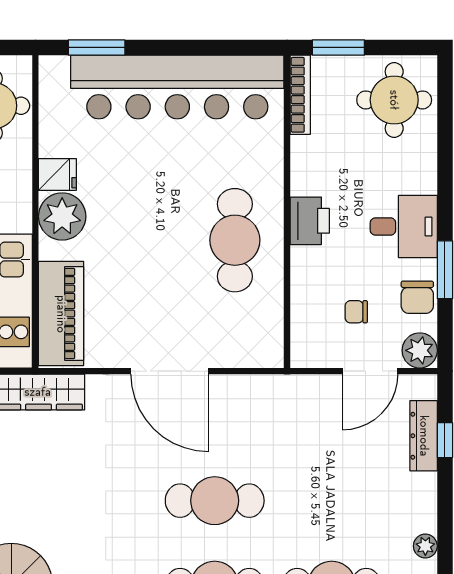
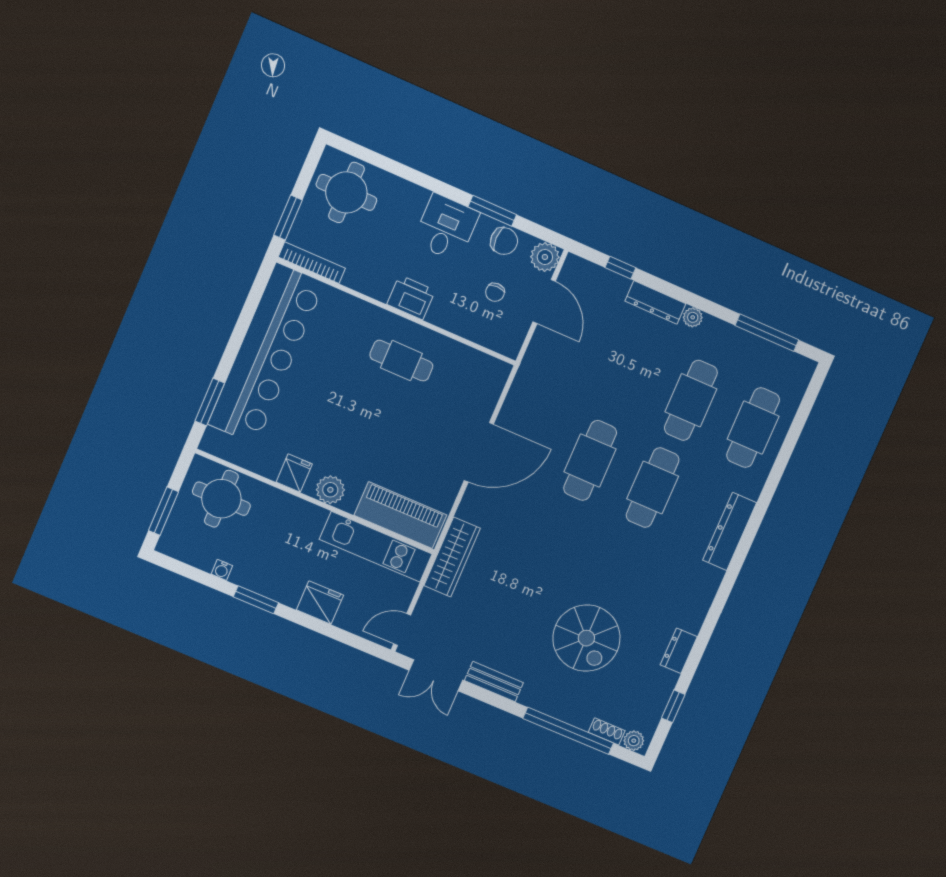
plant: (62, 216) -> (330, 490), width x0.73, depth x0.73
cafe table: (235, 240) -> (401, 361), width x0.73, depth x0.74
dresser: (424, 436) -> (655, 302), moved

